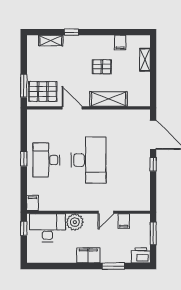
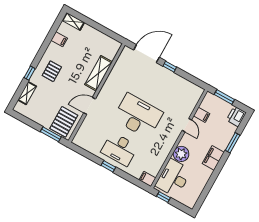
shelving: (145, 60) -> (73, 21), moved
pallet: (102, 67) -> (52, 71), moved

